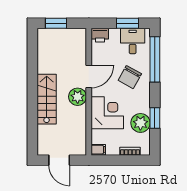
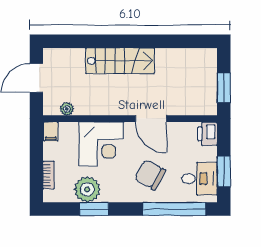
window: (56, 23) -> (224, 88), moved
plant: (78, 97) -> (67, 109), moved, width x0.53, depth x0.53

